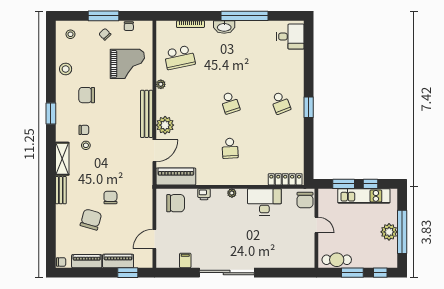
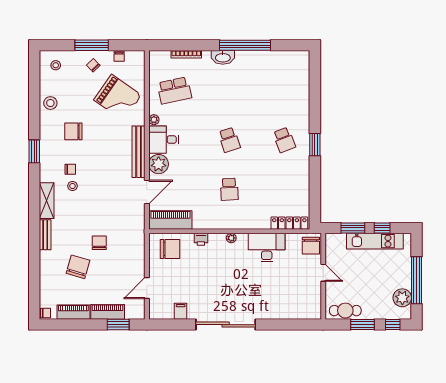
desk: (290, 37) -> (164, 140), moved, turned 180
grand piano: (127, 64) -> (118, 98), turned 35
plant: (389, 232) -> (402, 298), moved

